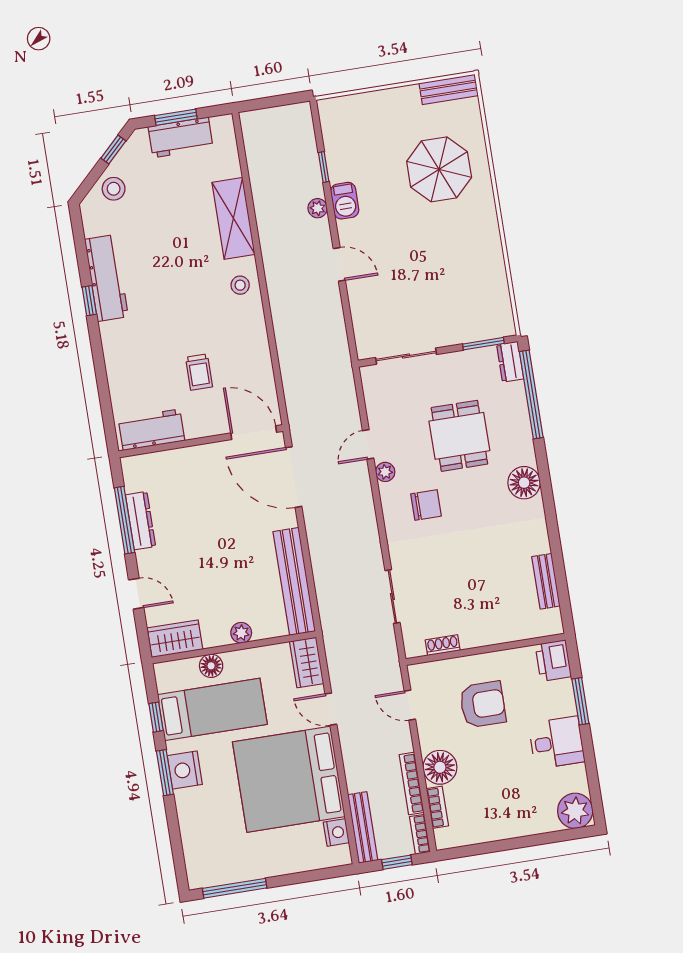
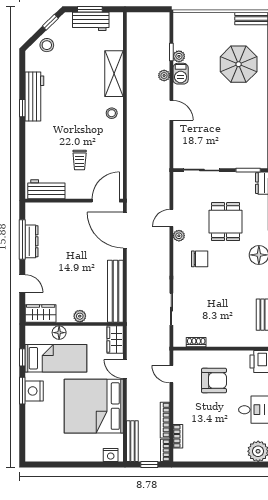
plant: (337, 172) -> (179, 56), added
door: (254, 433) -> (106, 201), hinge flipped
floor lamp: (440, 767) -> (183, 413), removed
nightstand: (336, 832) -> (111, 455), moved, turned 90
window: (235, 888) -> (52, 465), removed

